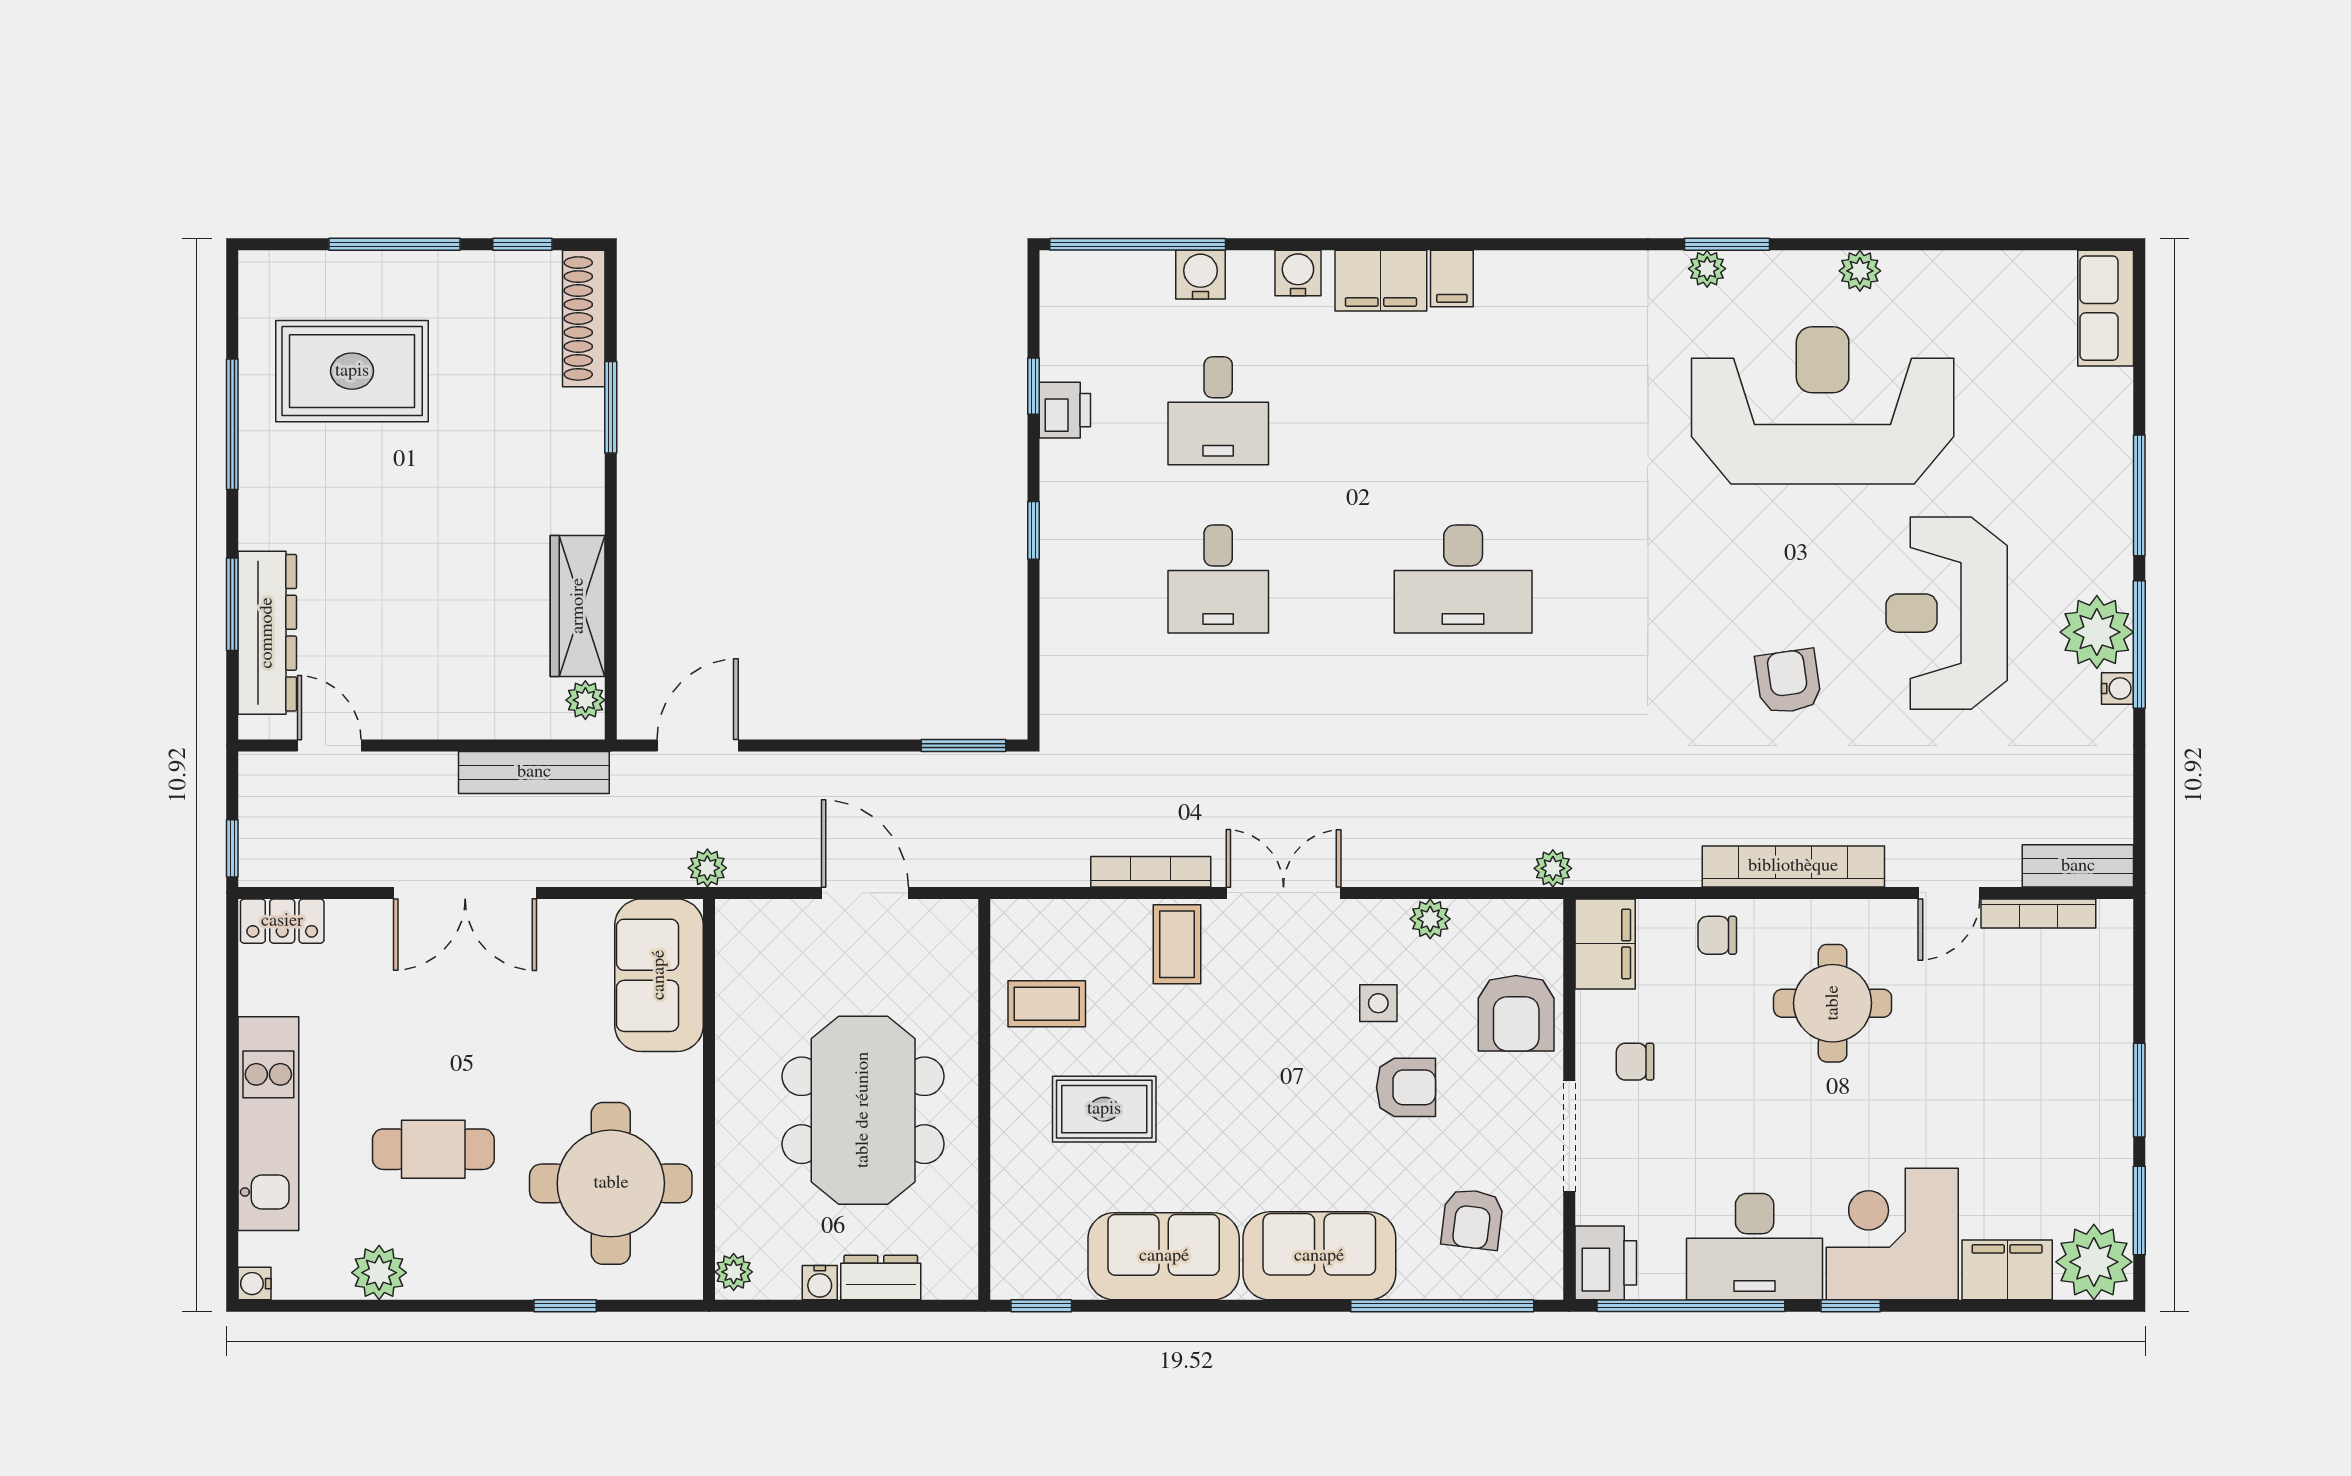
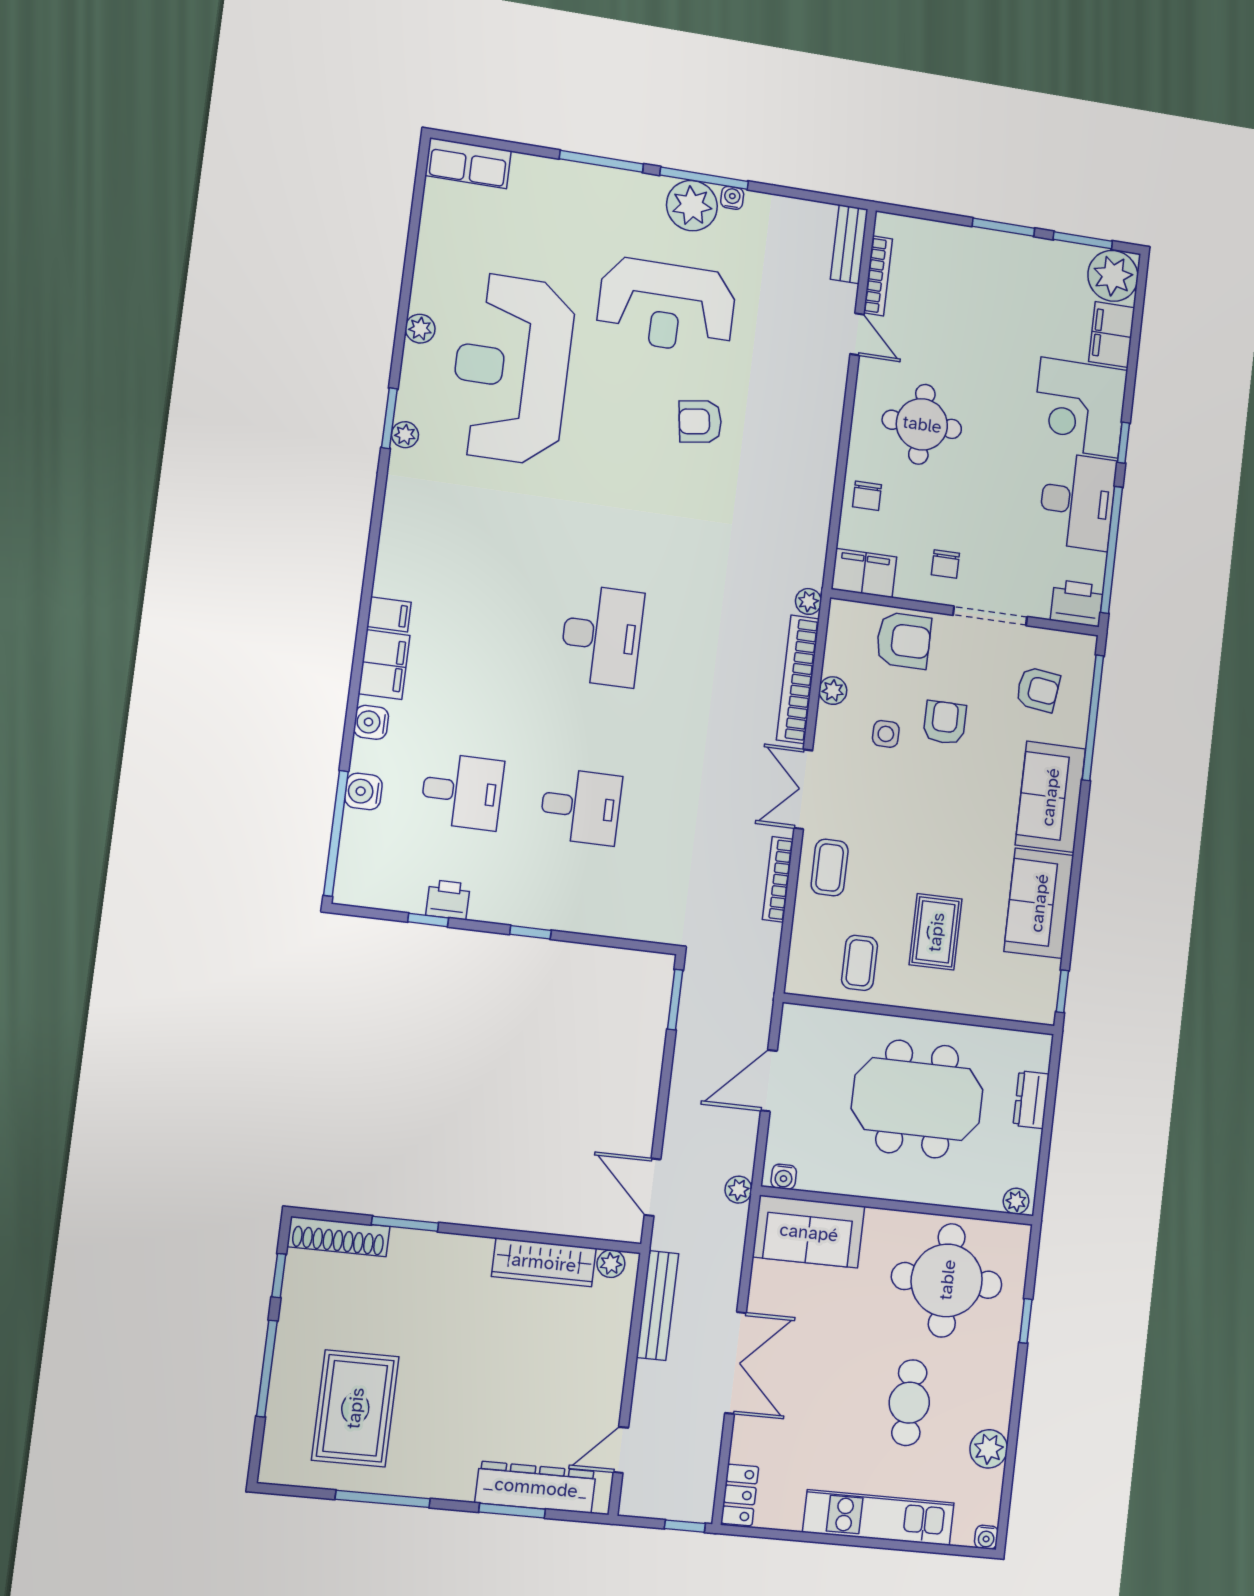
bookcase: (1793, 866) -> (798, 679), moved
coffee table: (1177, 944) -> (830, 868), turned 90
water cooler: (820, 1283) -> (784, 1177), moved, turned 90

